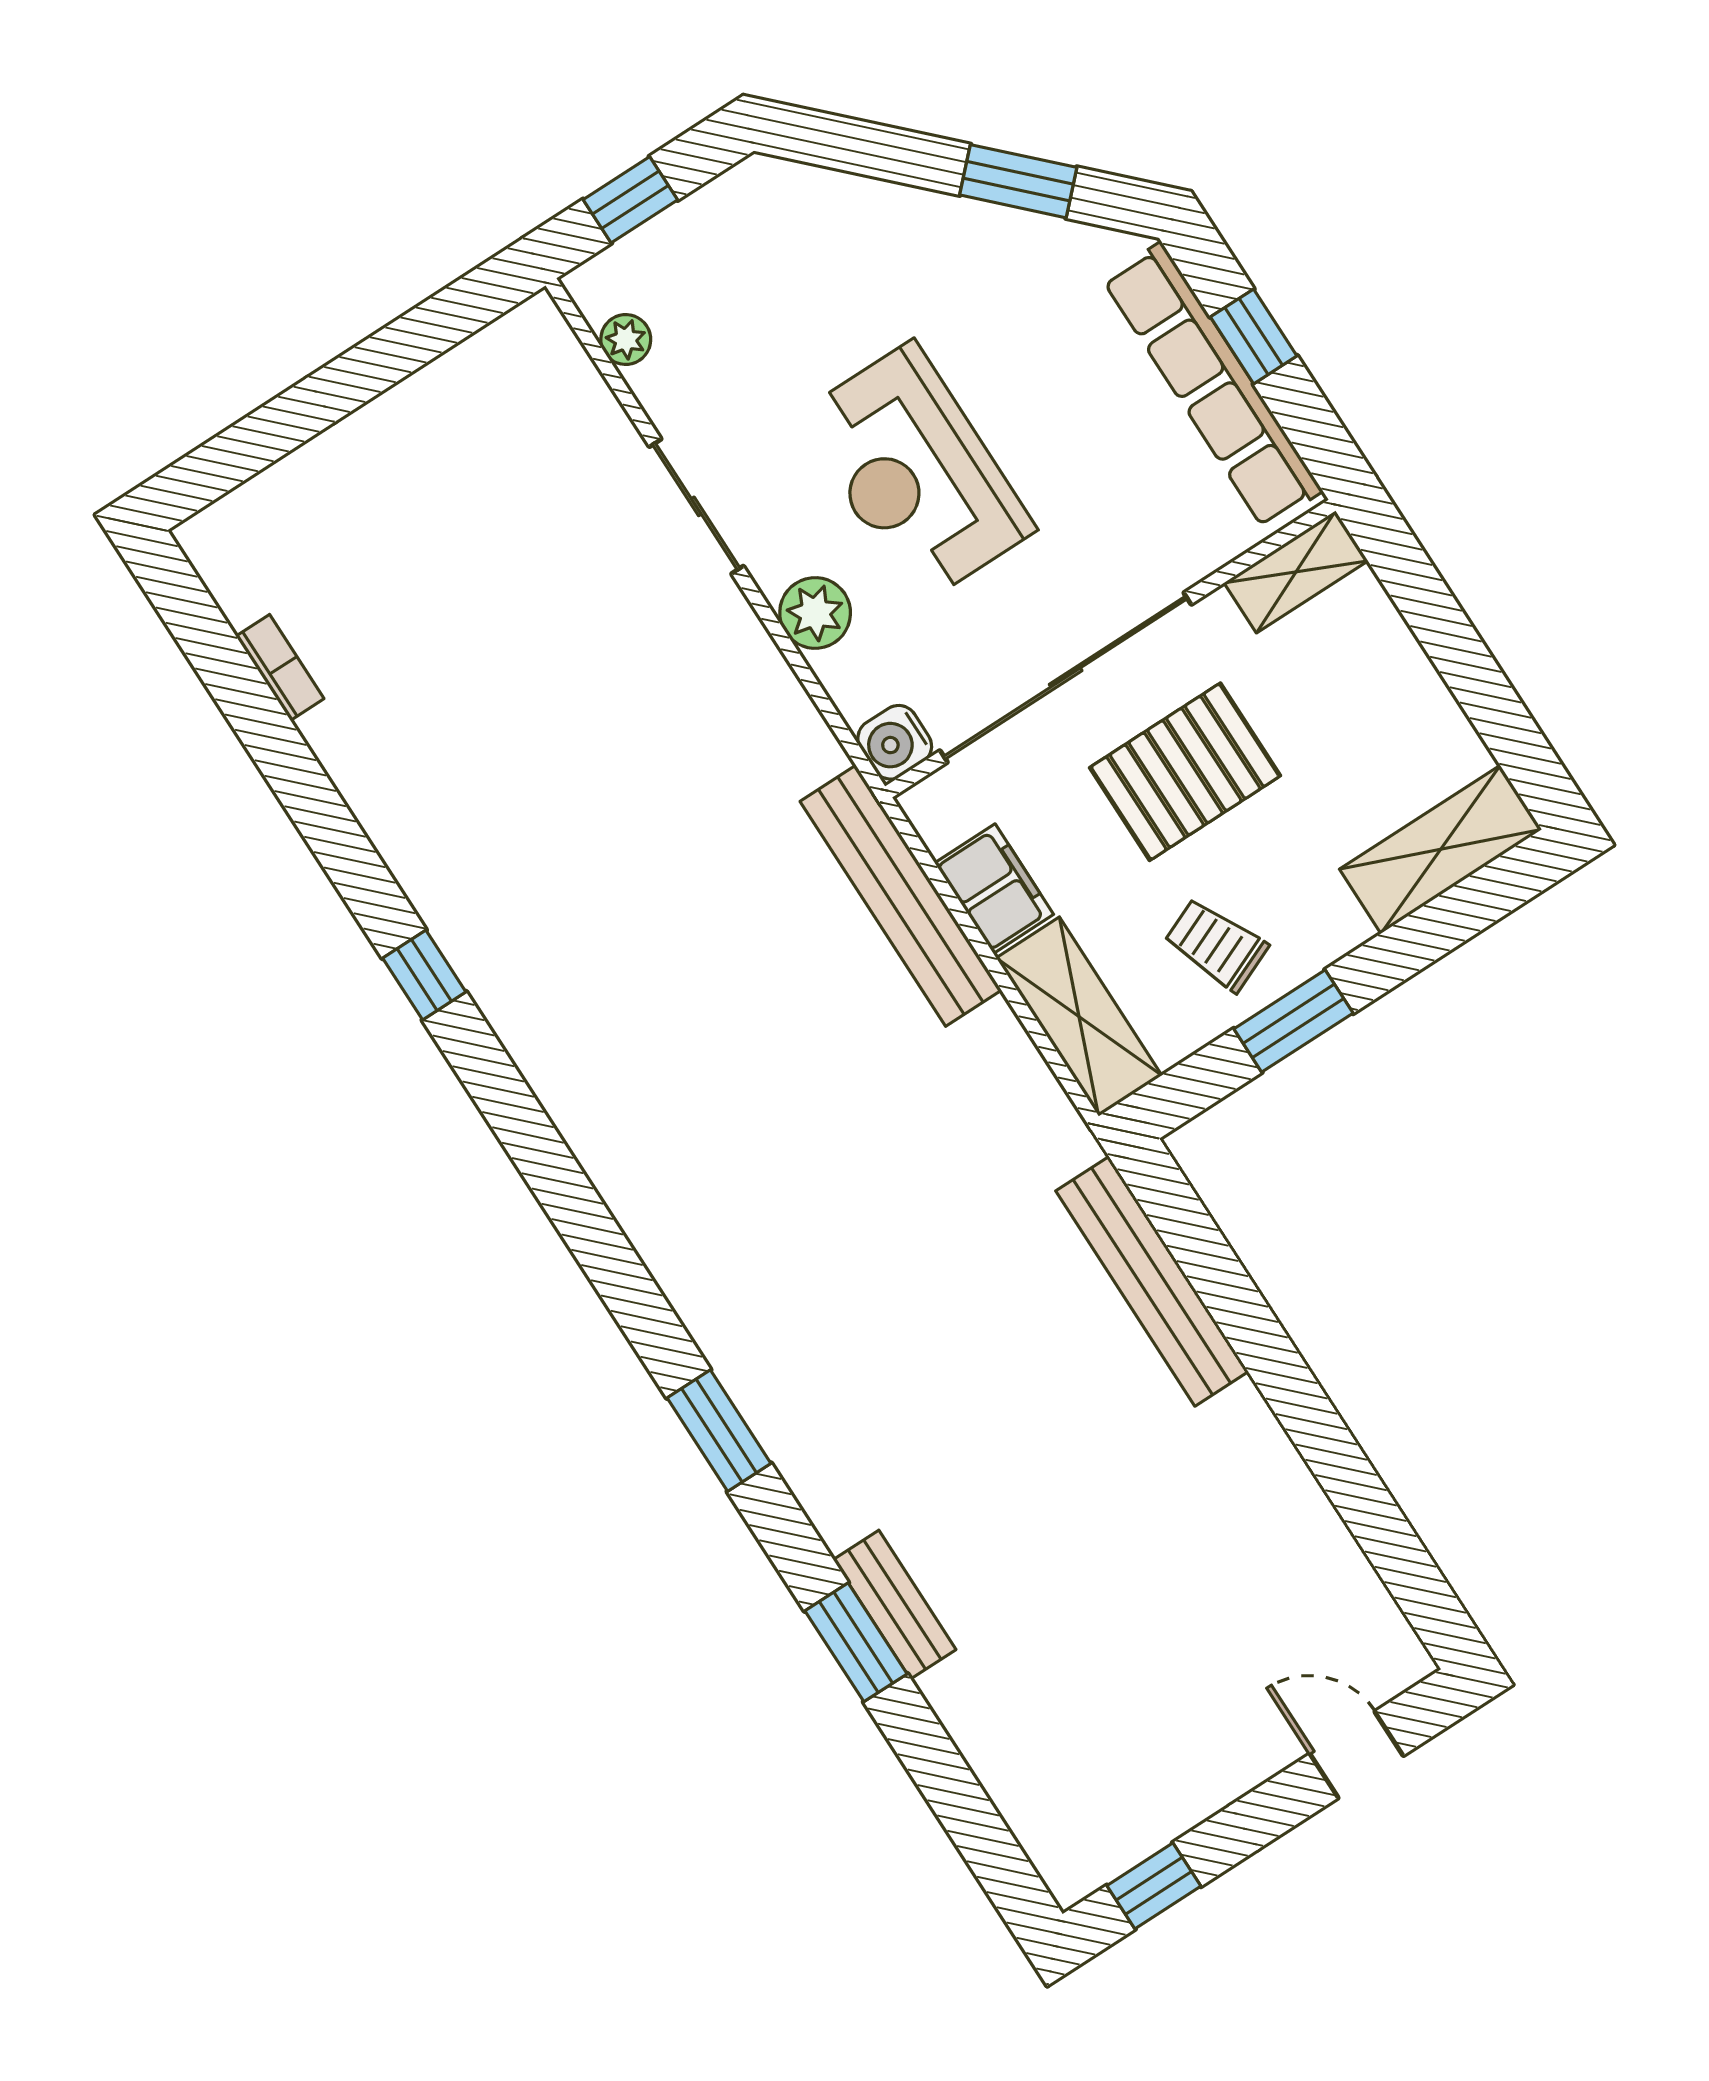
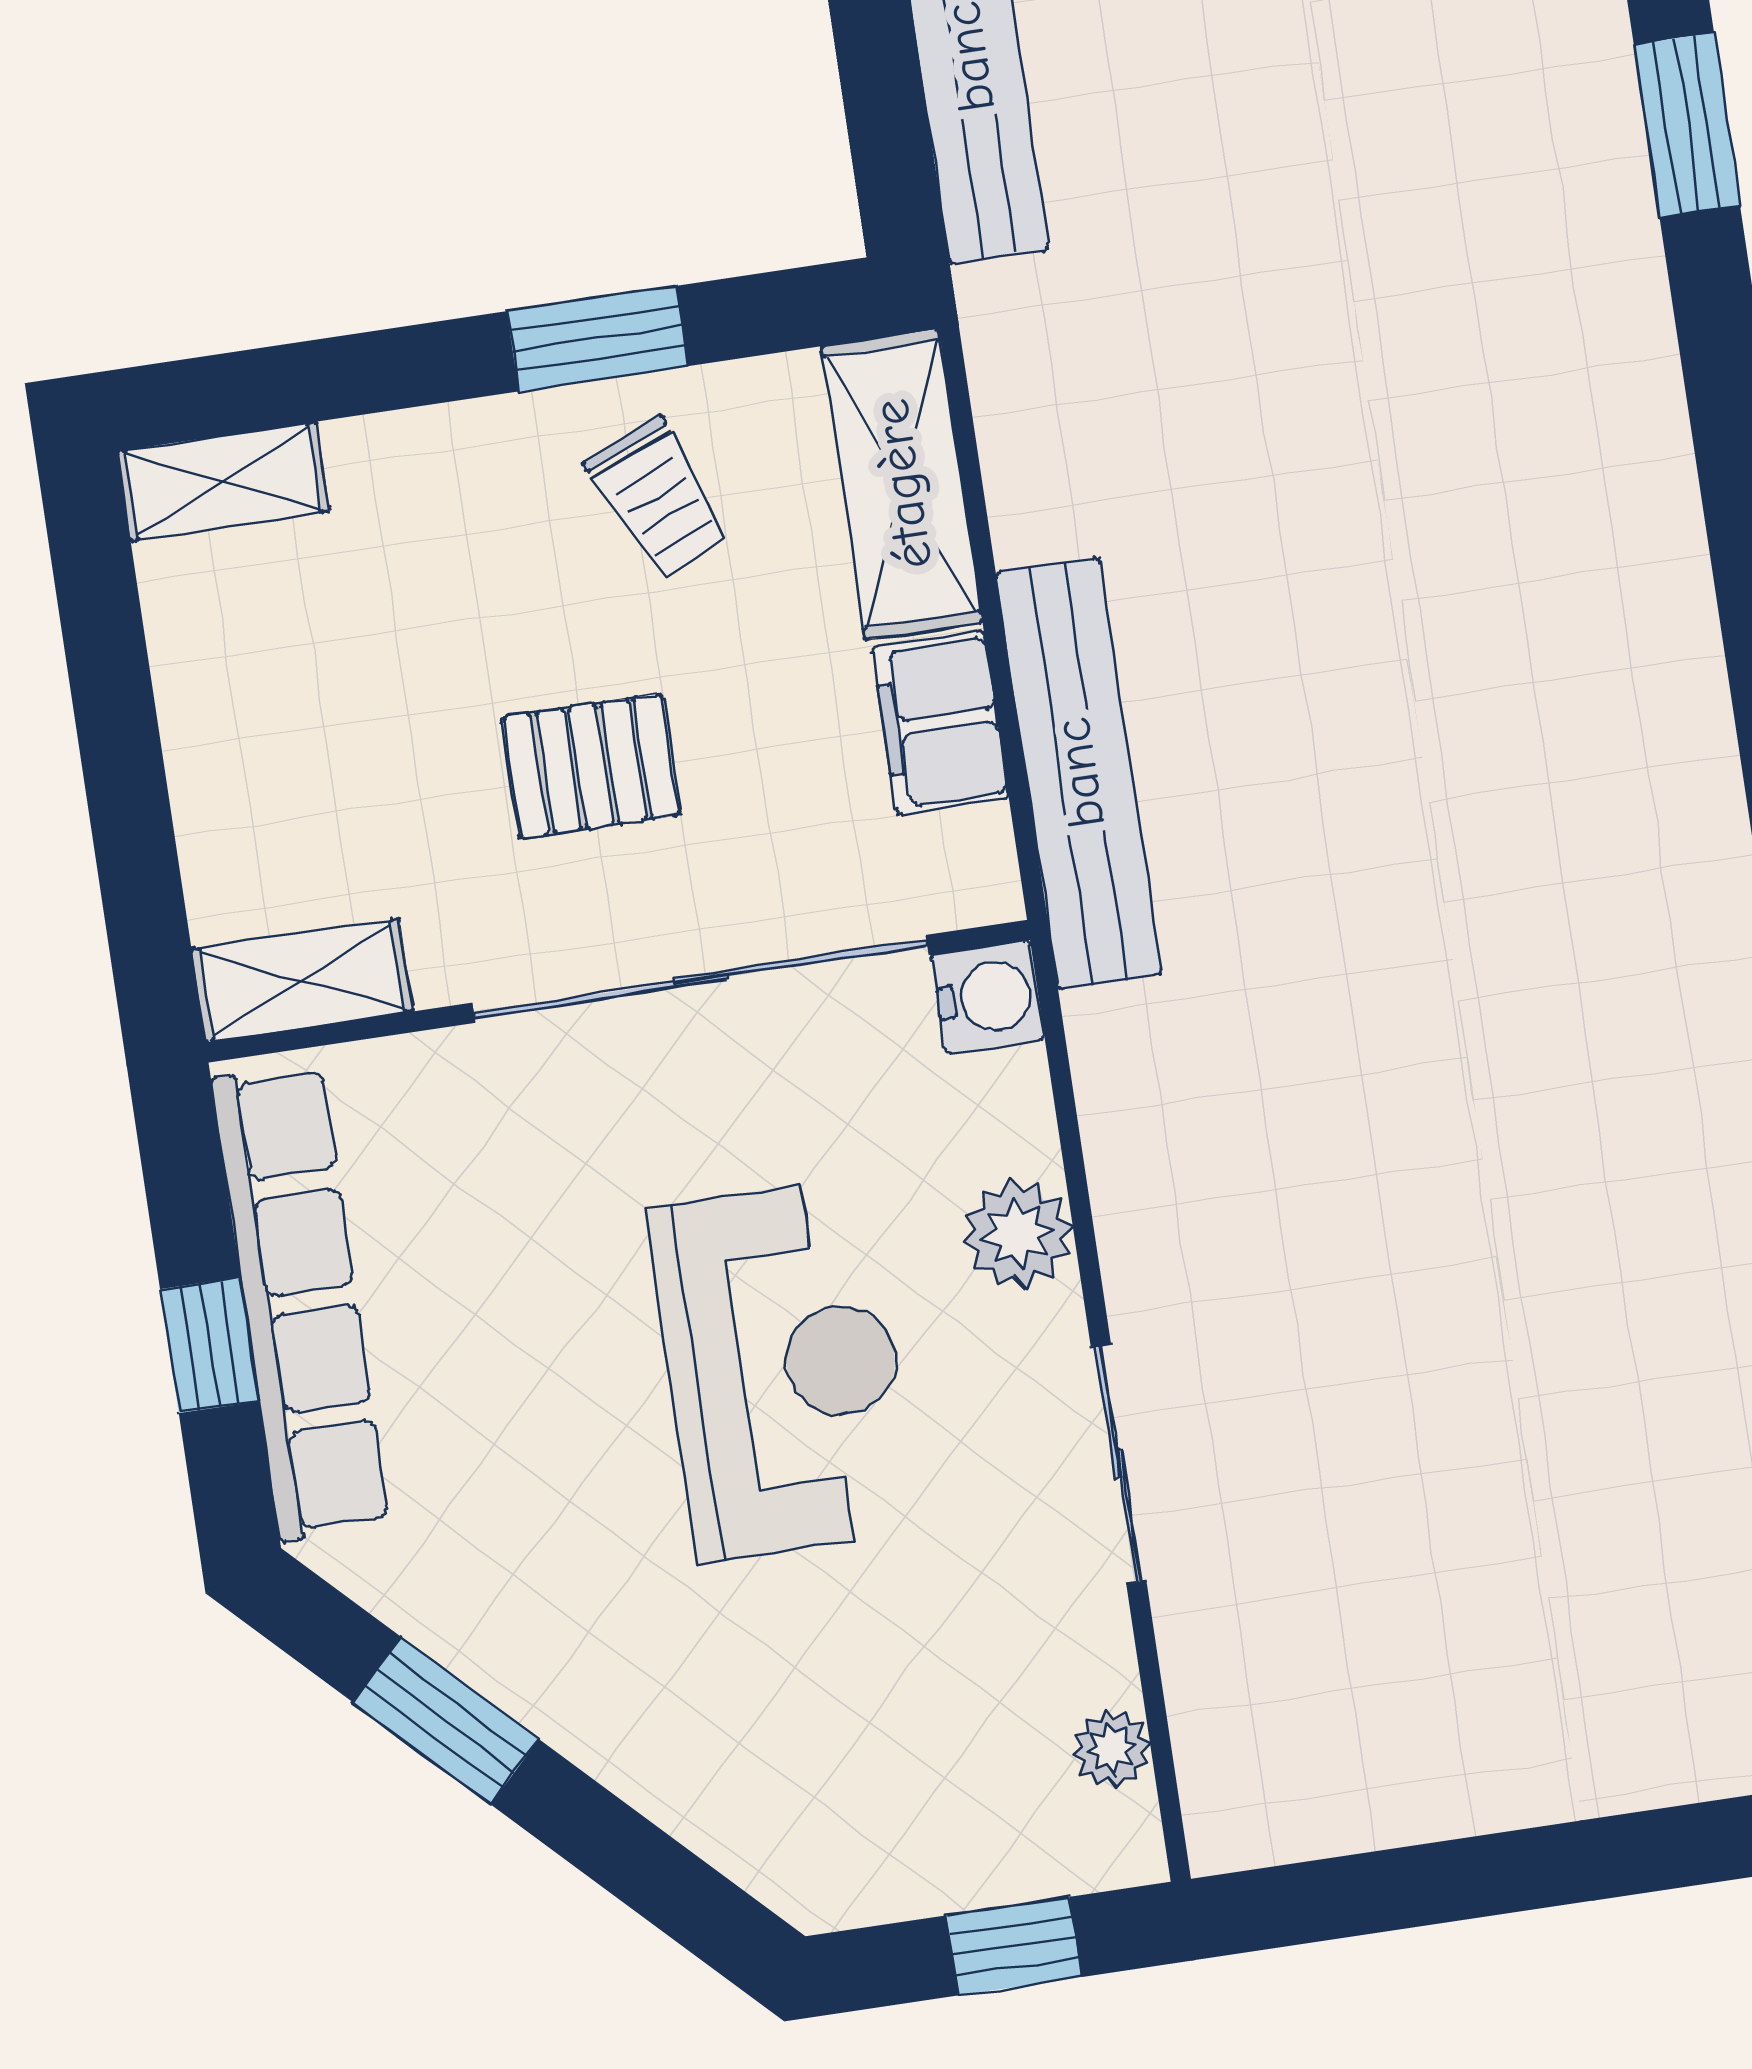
pallet: (1185, 772) -> (591, 766), width x0.67, depth x0.71
shelving: (1441, 849) -> (223, 481), width x0.67, depth x0.75

